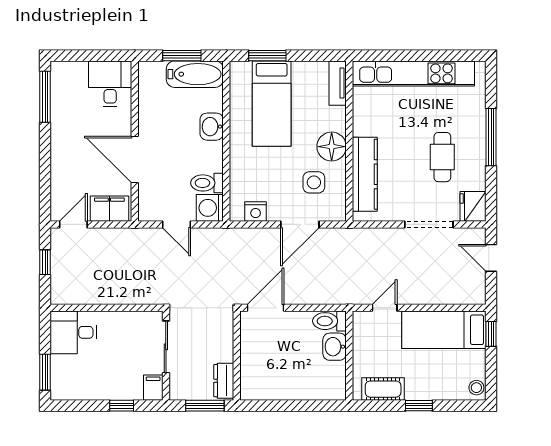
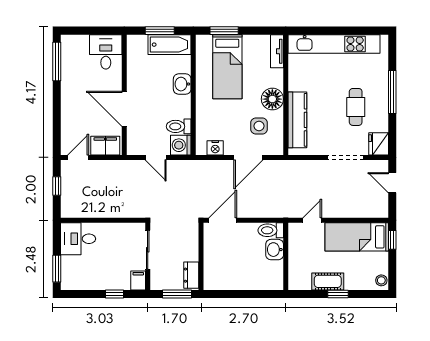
cot: (383, 389) -> (328, 281), moved

